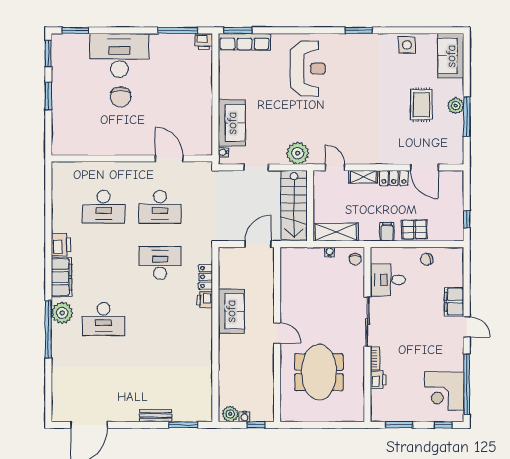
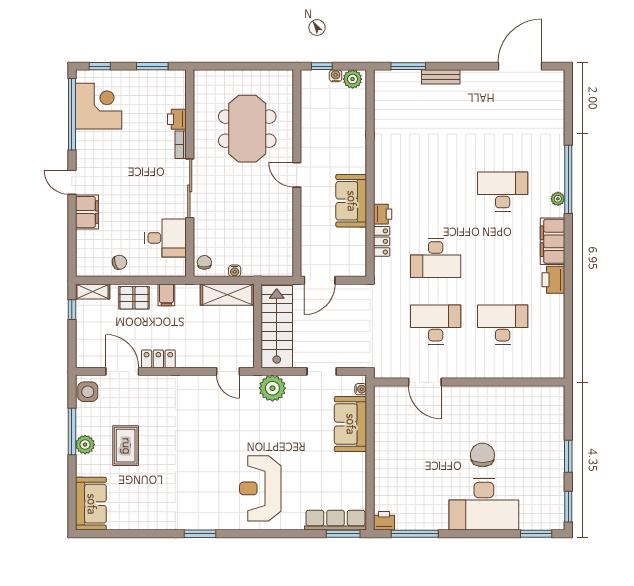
side table: (407, 45) -> (88, 392), moved
shelving: (363, 177) -> (93, 292), moved
plant: (62, 313) -> (558, 199), width x0.53, depth x0.53

